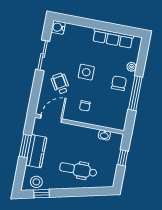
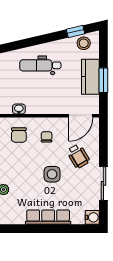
row of seats: (113, 38) -> (48, 217), moved
chair: (119, 83) -> (19, 135), moved
dental chair: (78, 170) -> (40, 65), turned 180

